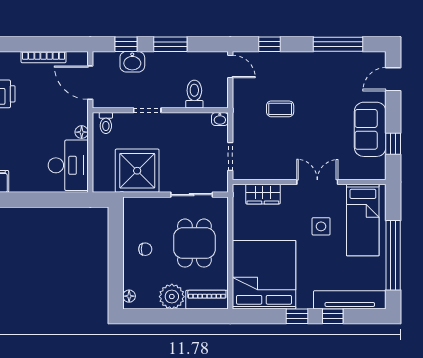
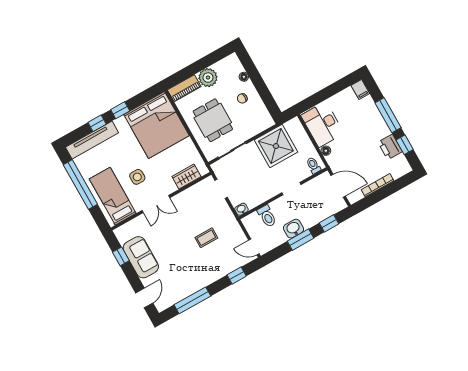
washbasin: (132, 62) -> (293, 229), moved
floor lamp: (129, 296) -> (244, 77), moved

